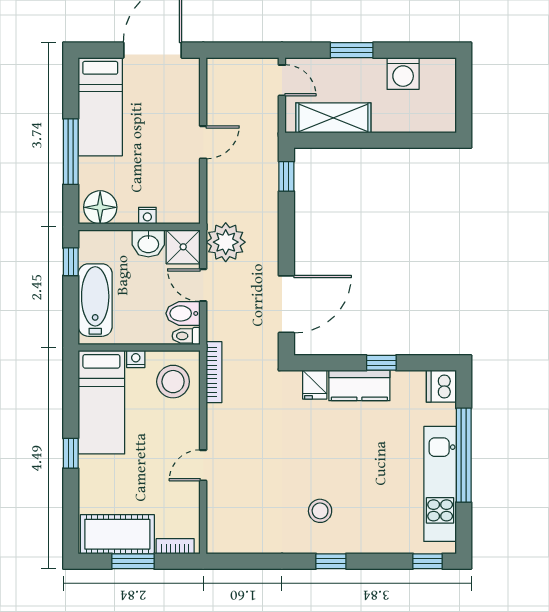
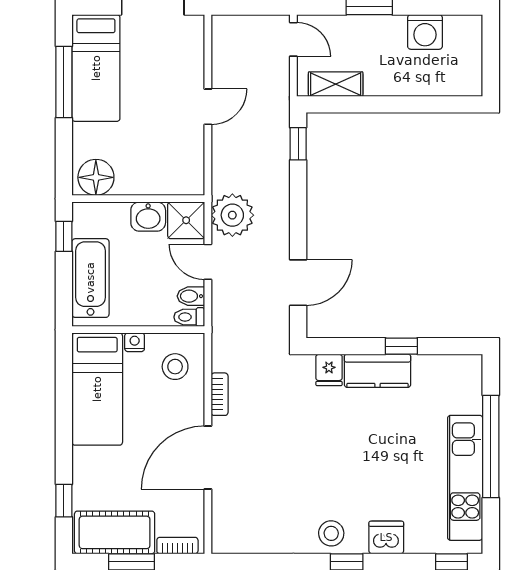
shelving: (333, 118) -> (336, 84), width x0.67, depth x0.75
window: (71, 152) -> (64, 82), moved
nightstand: (147, 216) -> (147, 186), removed
door: (286, 304) -> (298, 283), width x0.73
bidet: (183, 313) -> (191, 296), width x0.72, depth x0.74
bookcase: (214, 372) -> (220, 394), moved, width x0.64
stool: (173, 382) -> (175, 367), width x0.73, depth x0.73
dishwasher: (441, 386) -> (386, 537), moved, turned 90
window: (71, 453) -> (64, 501), moved
door: (203, 465) -> (208, 458), width x1.88
stool: (320, 511) -> (331, 533), moved

